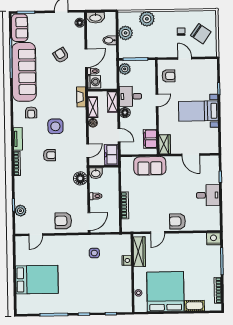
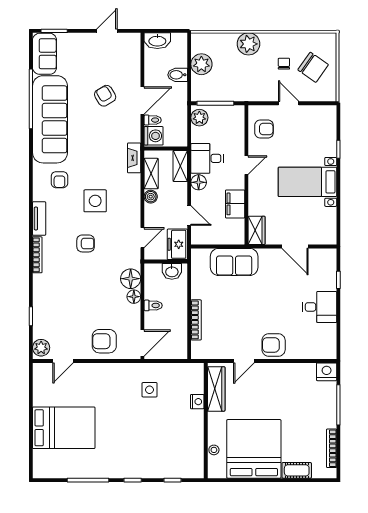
plant: (147, 19) -> (248, 44), moved
floor lamp: (80, 23) -> (134, 297), moved
filing cabinet: (150, 139) -> (235, 204), moved
washbasin: (96, 173) -> (172, 271), moved
plant: (20, 211) -> (41, 348), moved

